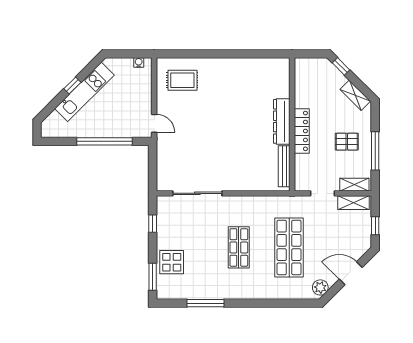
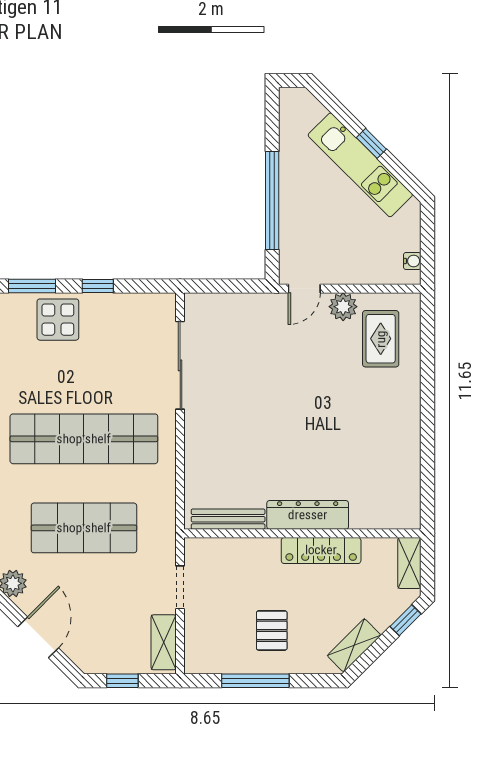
plant: (164, 101) -> (343, 307), added
locker: (302, 131) -> (321, 550), moved
shelving: (354, 185) -> (409, 563), moved
window: (153, 224) -> (98, 286), moved
shop shelf: (239, 247) -> (84, 439), width x2.00, depth x1.36

